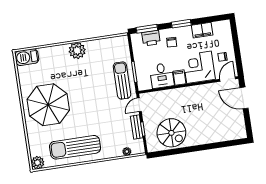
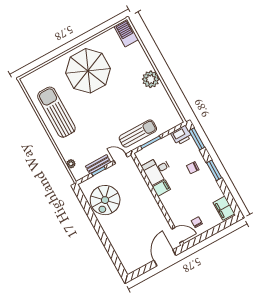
filing cabinet: (202, 30) -> (224, 208), moved
printer: (151, 38) -> (181, 135), moved, turned -90
corner desk: (199, 67) -> (178, 203), removed
plant: (38, 163) -> (28, 81), removed

